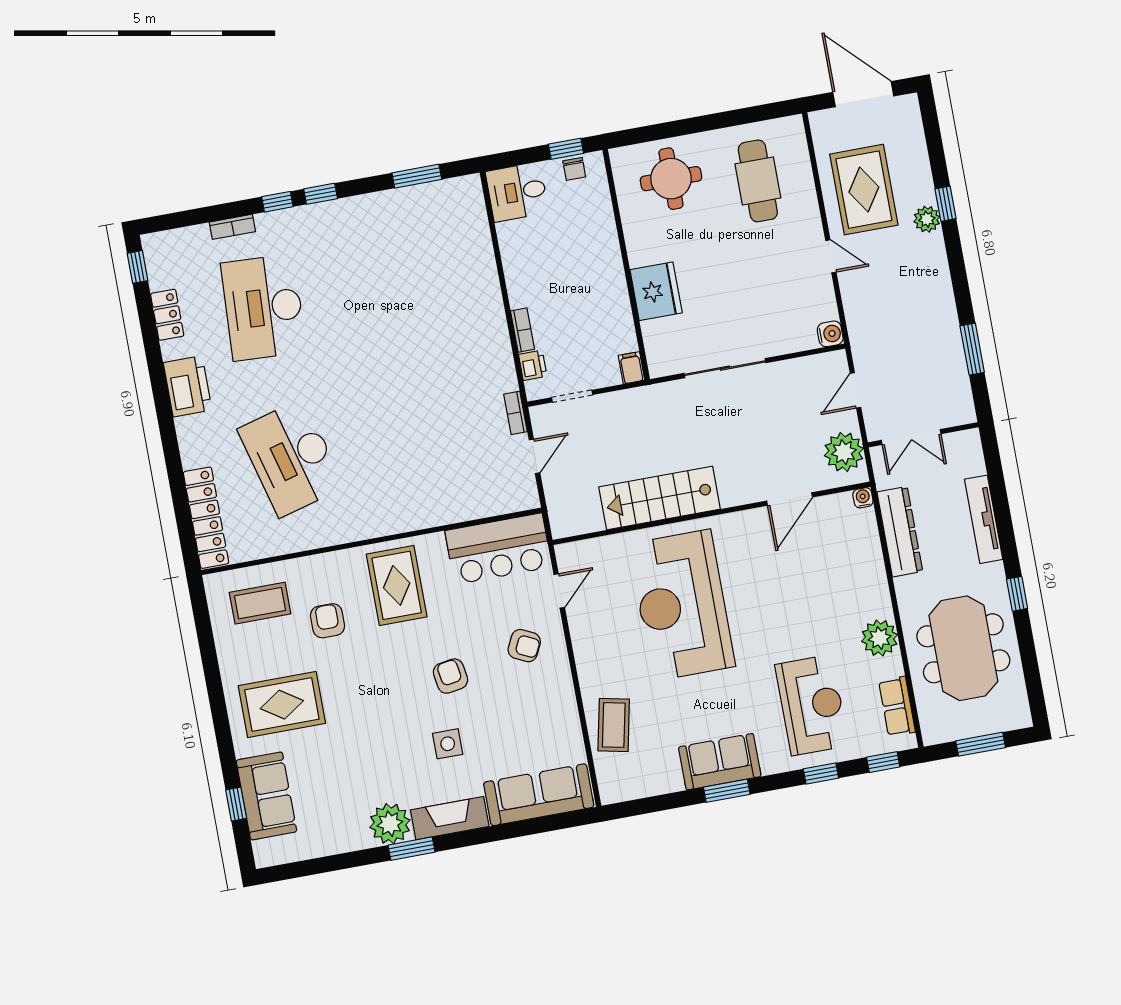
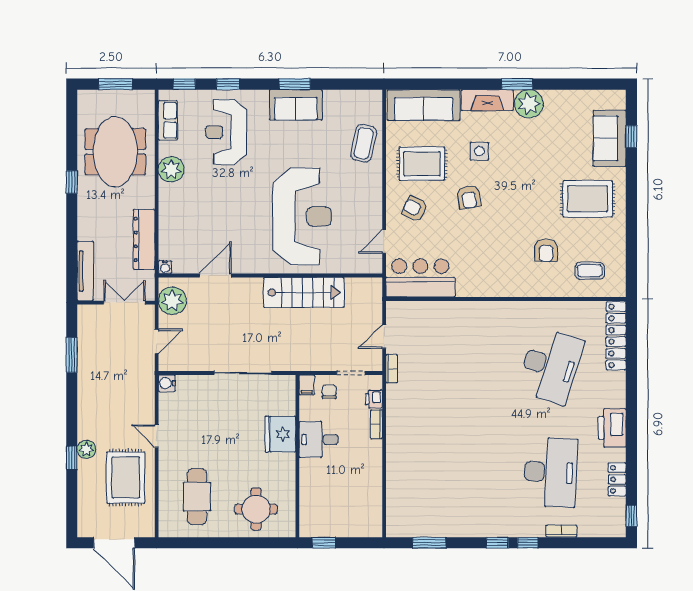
chair: (574, 169) -> (329, 392), moved
desk: (517, 192) -> (319, 440), moved, turned 180
desk: (291, 458) -> (550, 366), turned 33
tv unit: (984, 519) -> (85, 271), moved
rug: (397, 585) -> (422, 164), moved, turned 90
coffee table: (260, 603) -> (590, 271), width x0.73, depth x0.77

